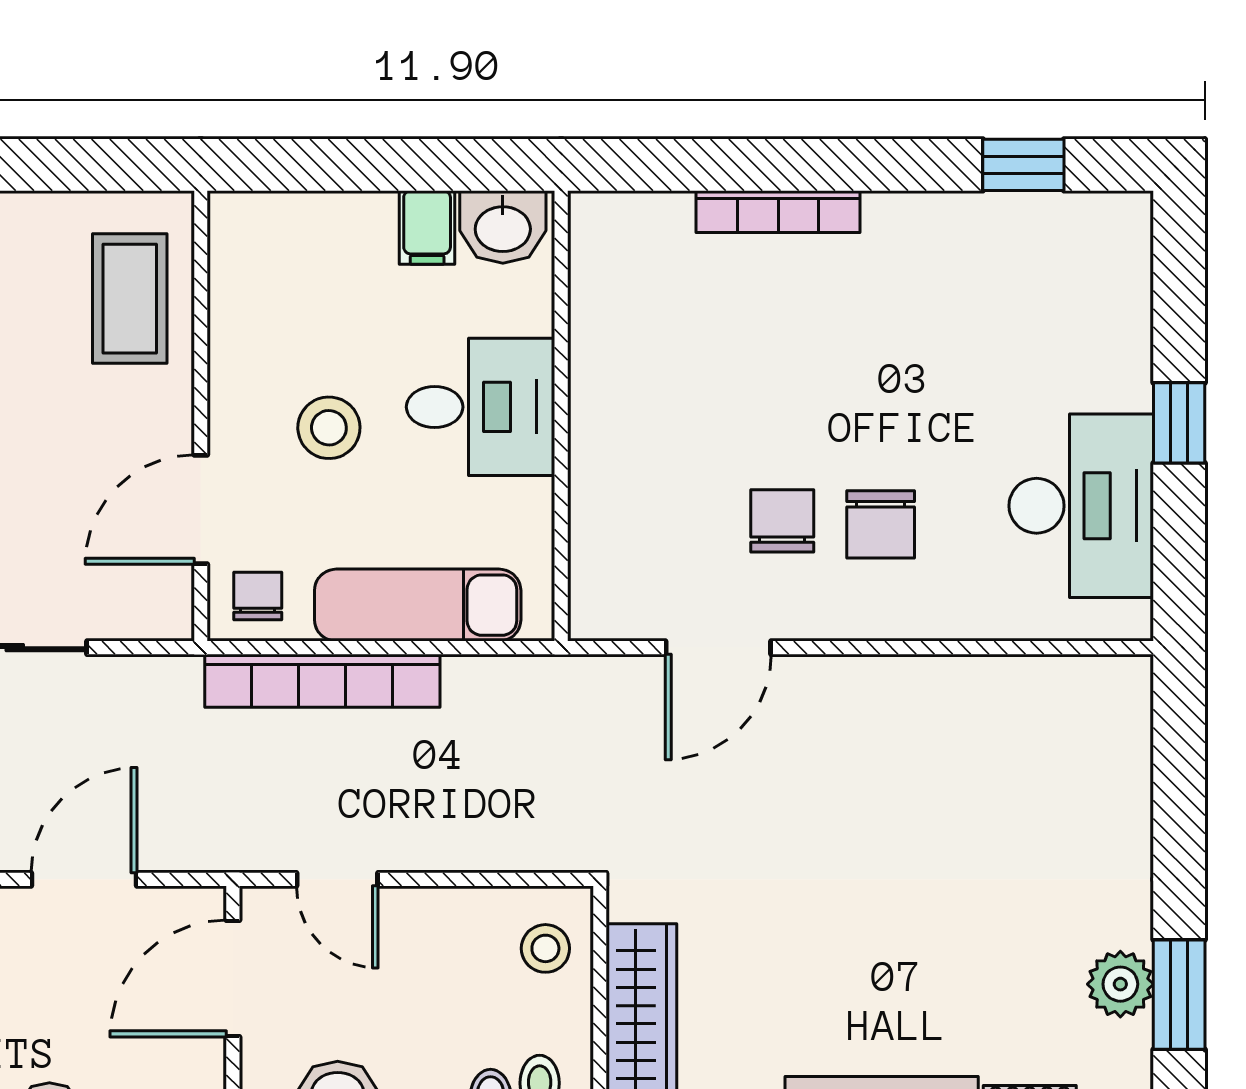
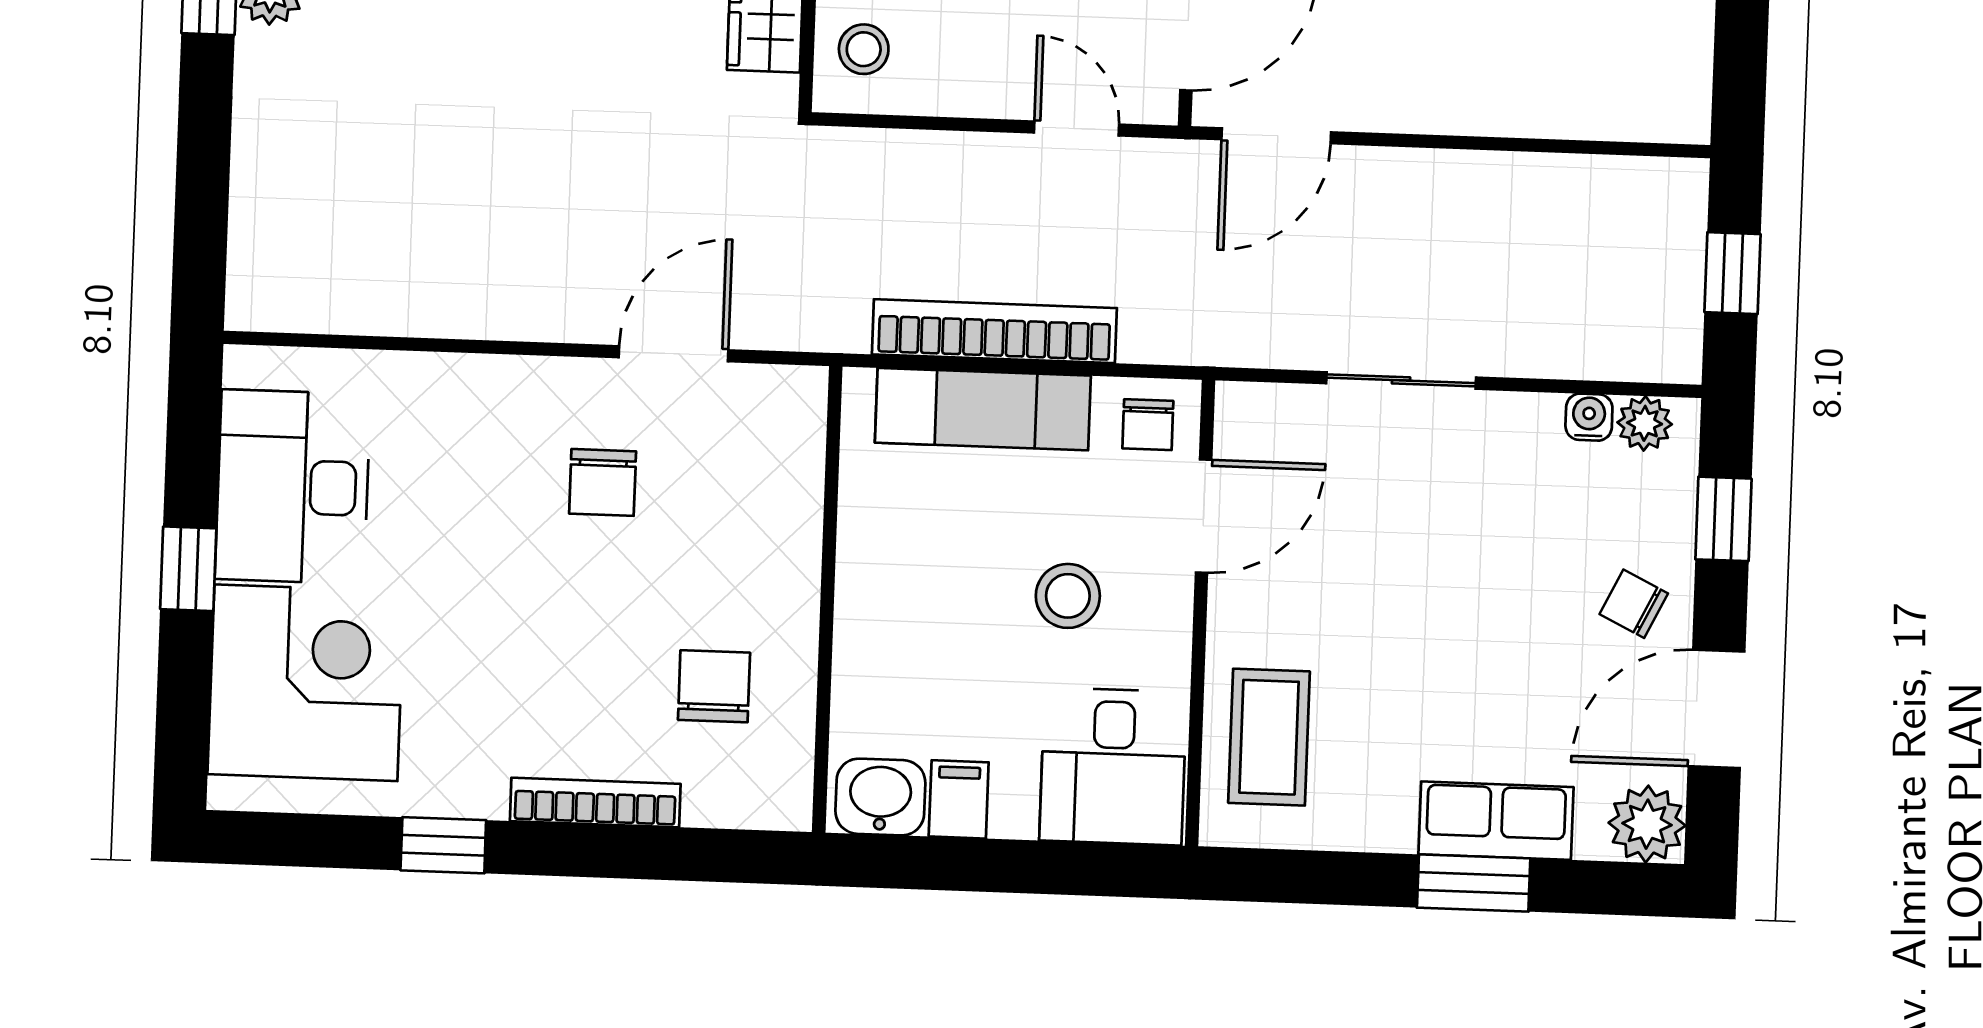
window: (1023, 165) -> (443, 845), moved
corner desk: (1062, 317) -> (306, 683), added
desk: (481, 407) -> (1113, 766), moved, turned -90
chair: (881, 524) -> (714, 686), moved
bookcase: (322, 681) -> (994, 331), moved
door: (84, 879) -> (1276, 136), moved

